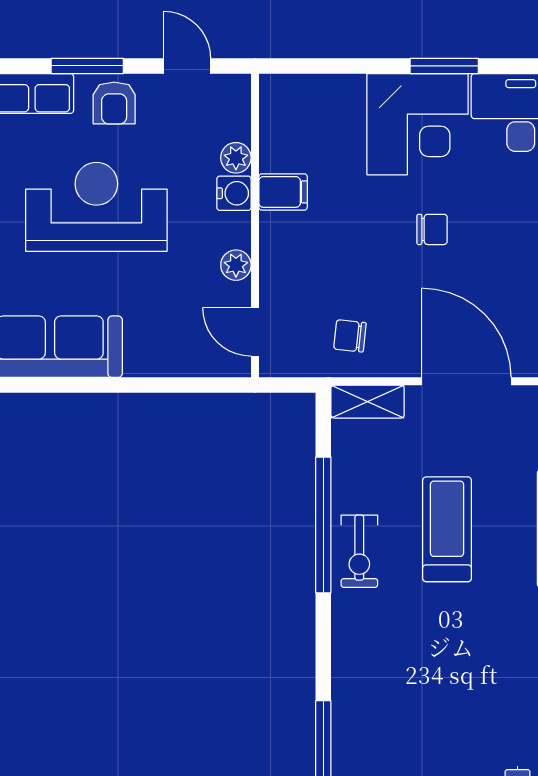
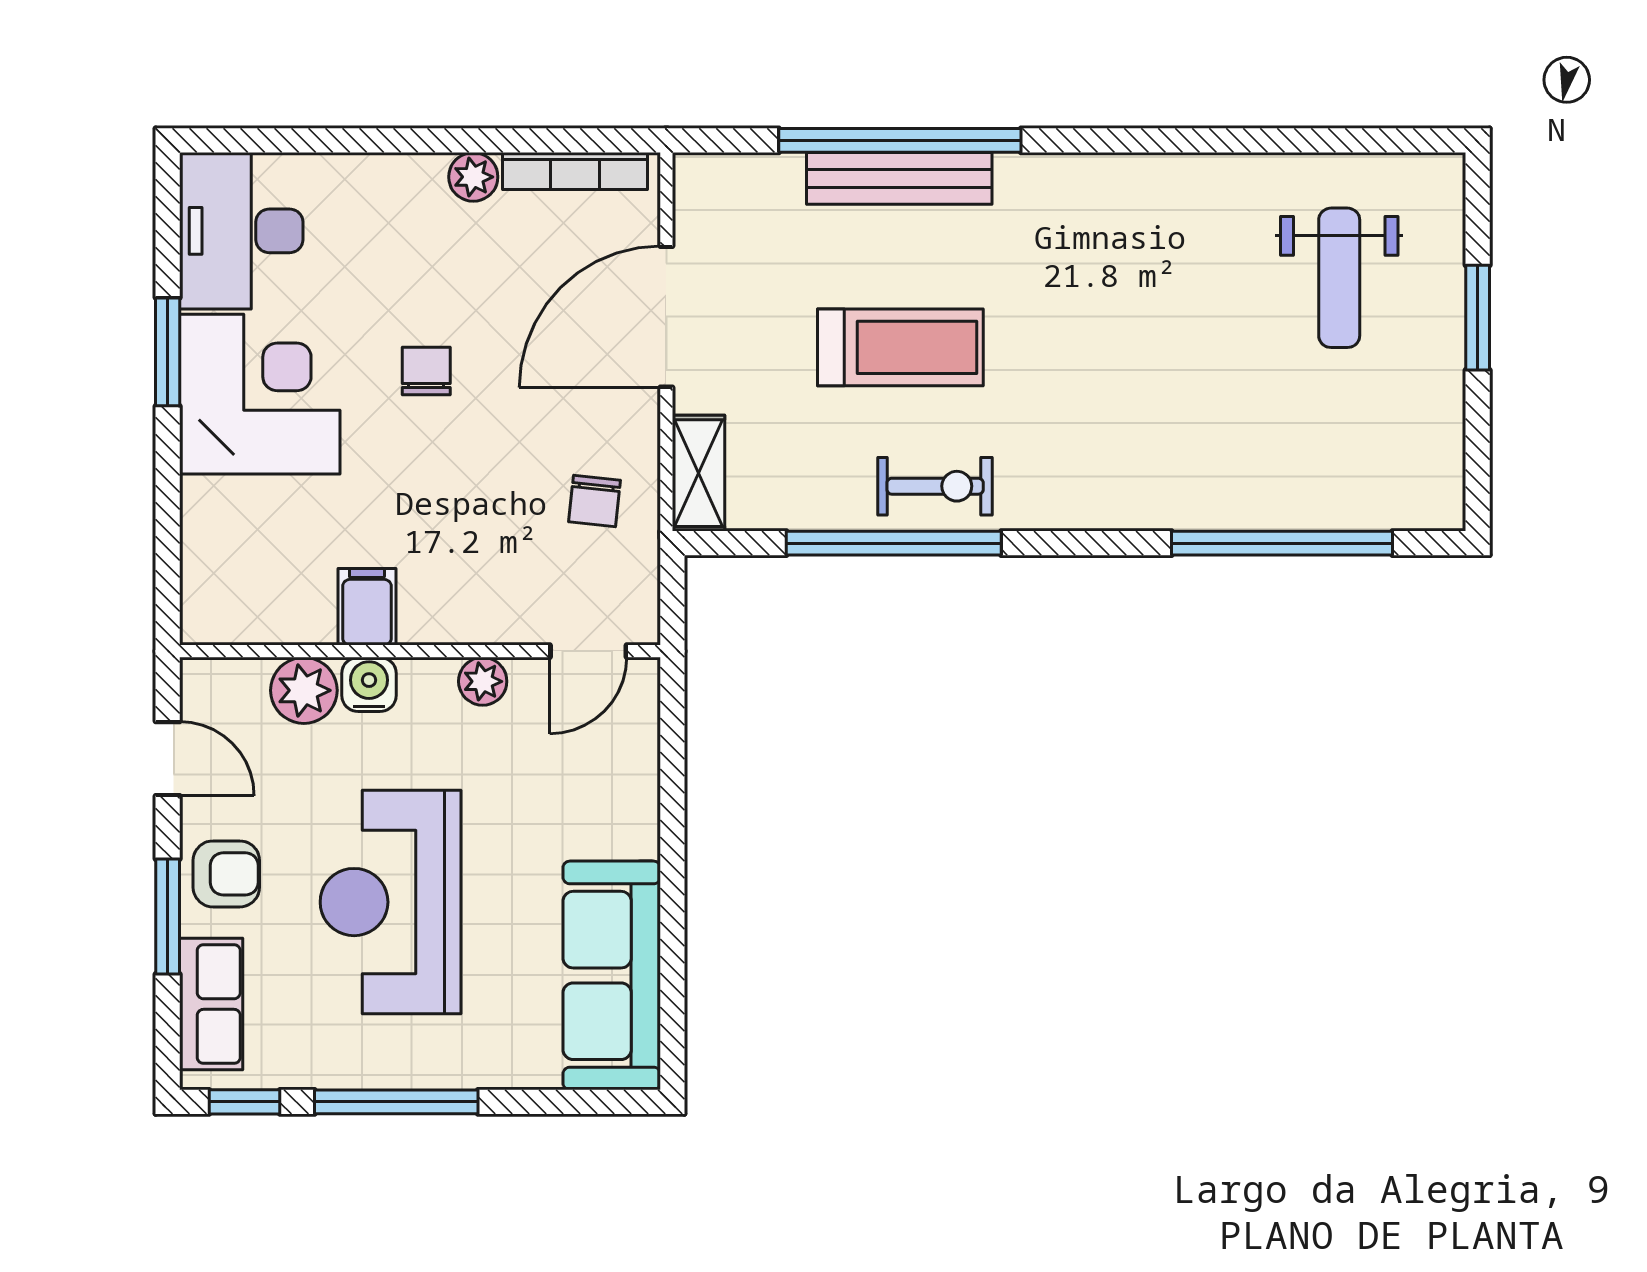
door: (187, 66) -> (168, 759), swing flipped
plant: (236, 158) -> (304, 690), width x1.38, depth x1.38
treadmill: (447, 529) -> (900, 347), turned 180

